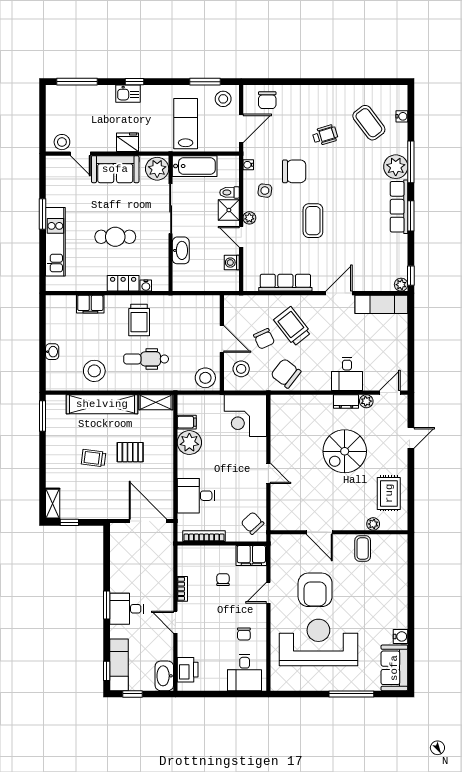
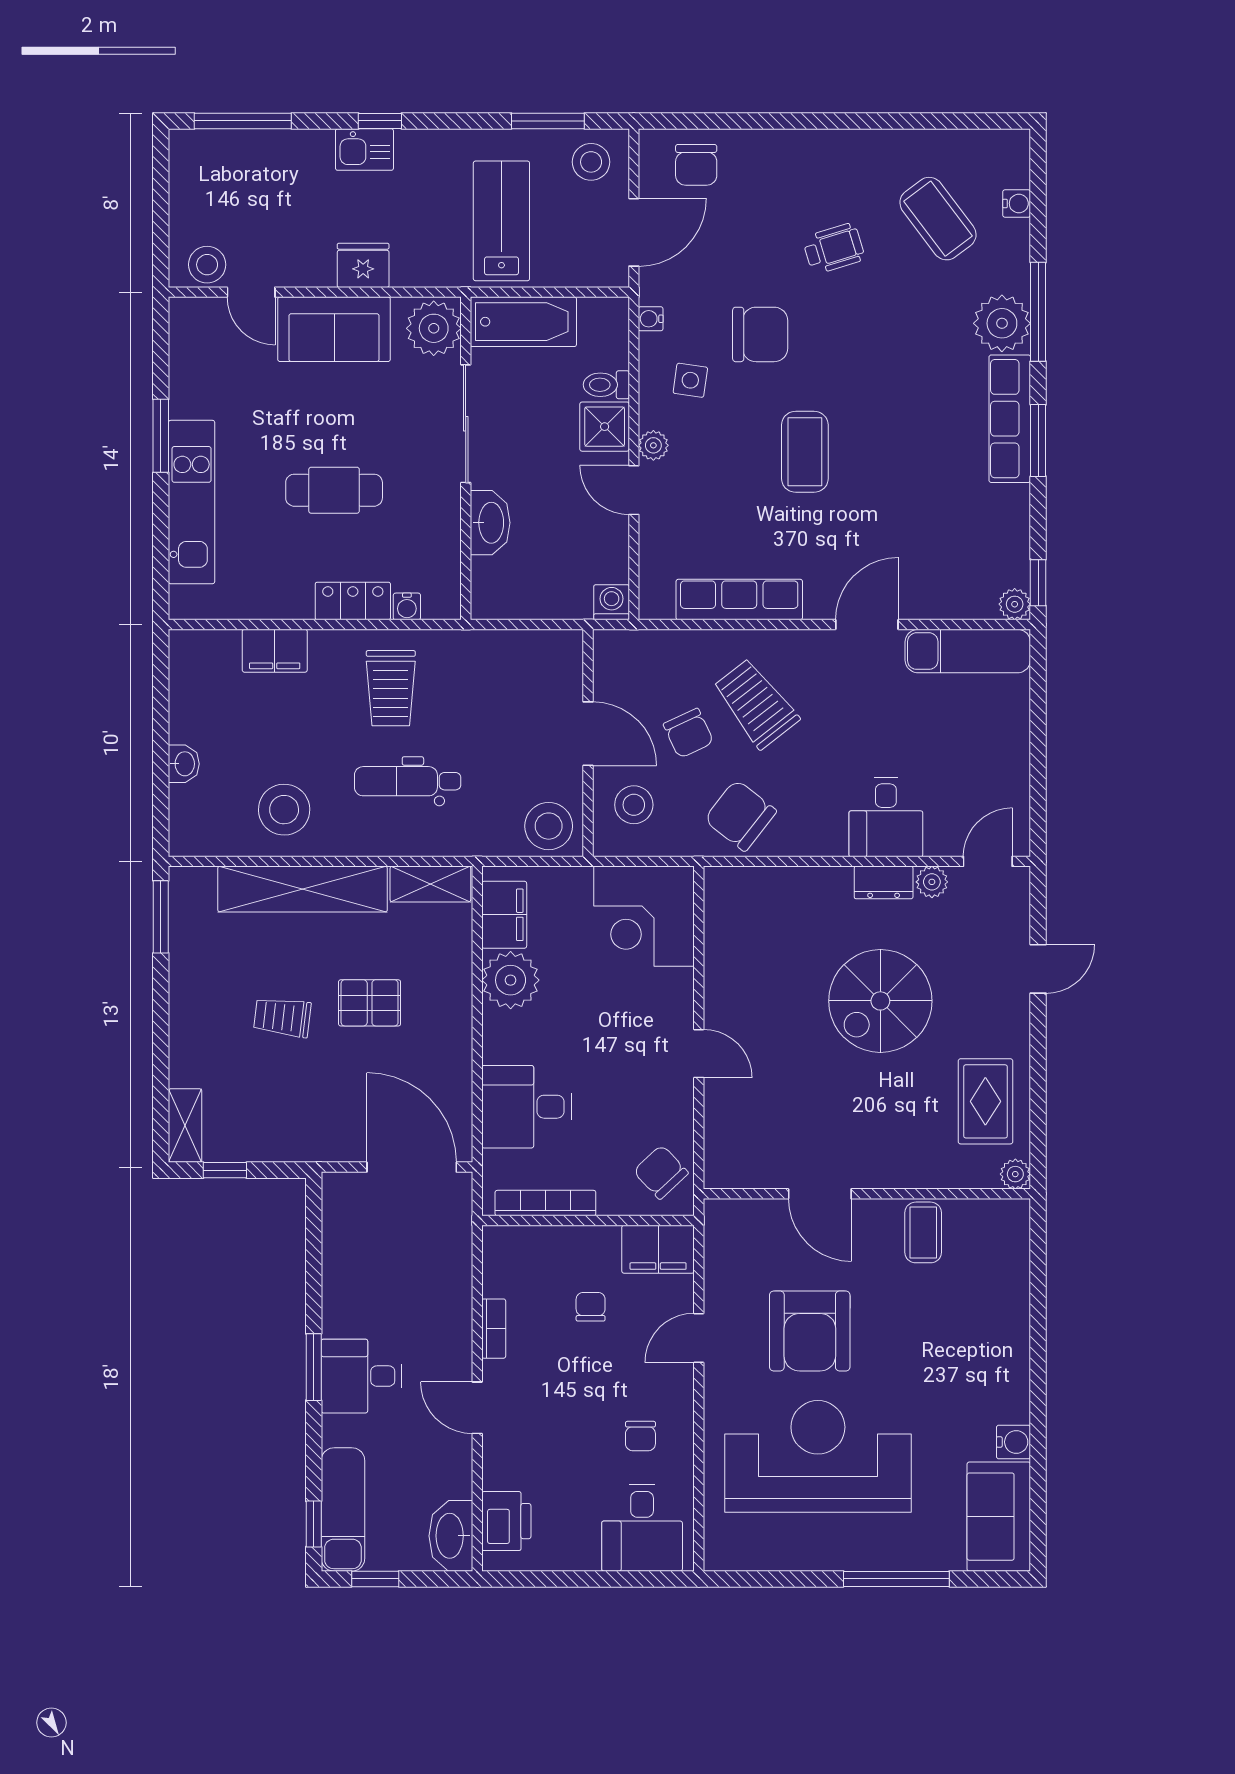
washing machine: (232, 263) -> (612, 602), moved, turned 90
filing cabinet: (187, 422) -> (504, 915), width x2.00
plant: (373, 524) -> (1015, 1174), moved

